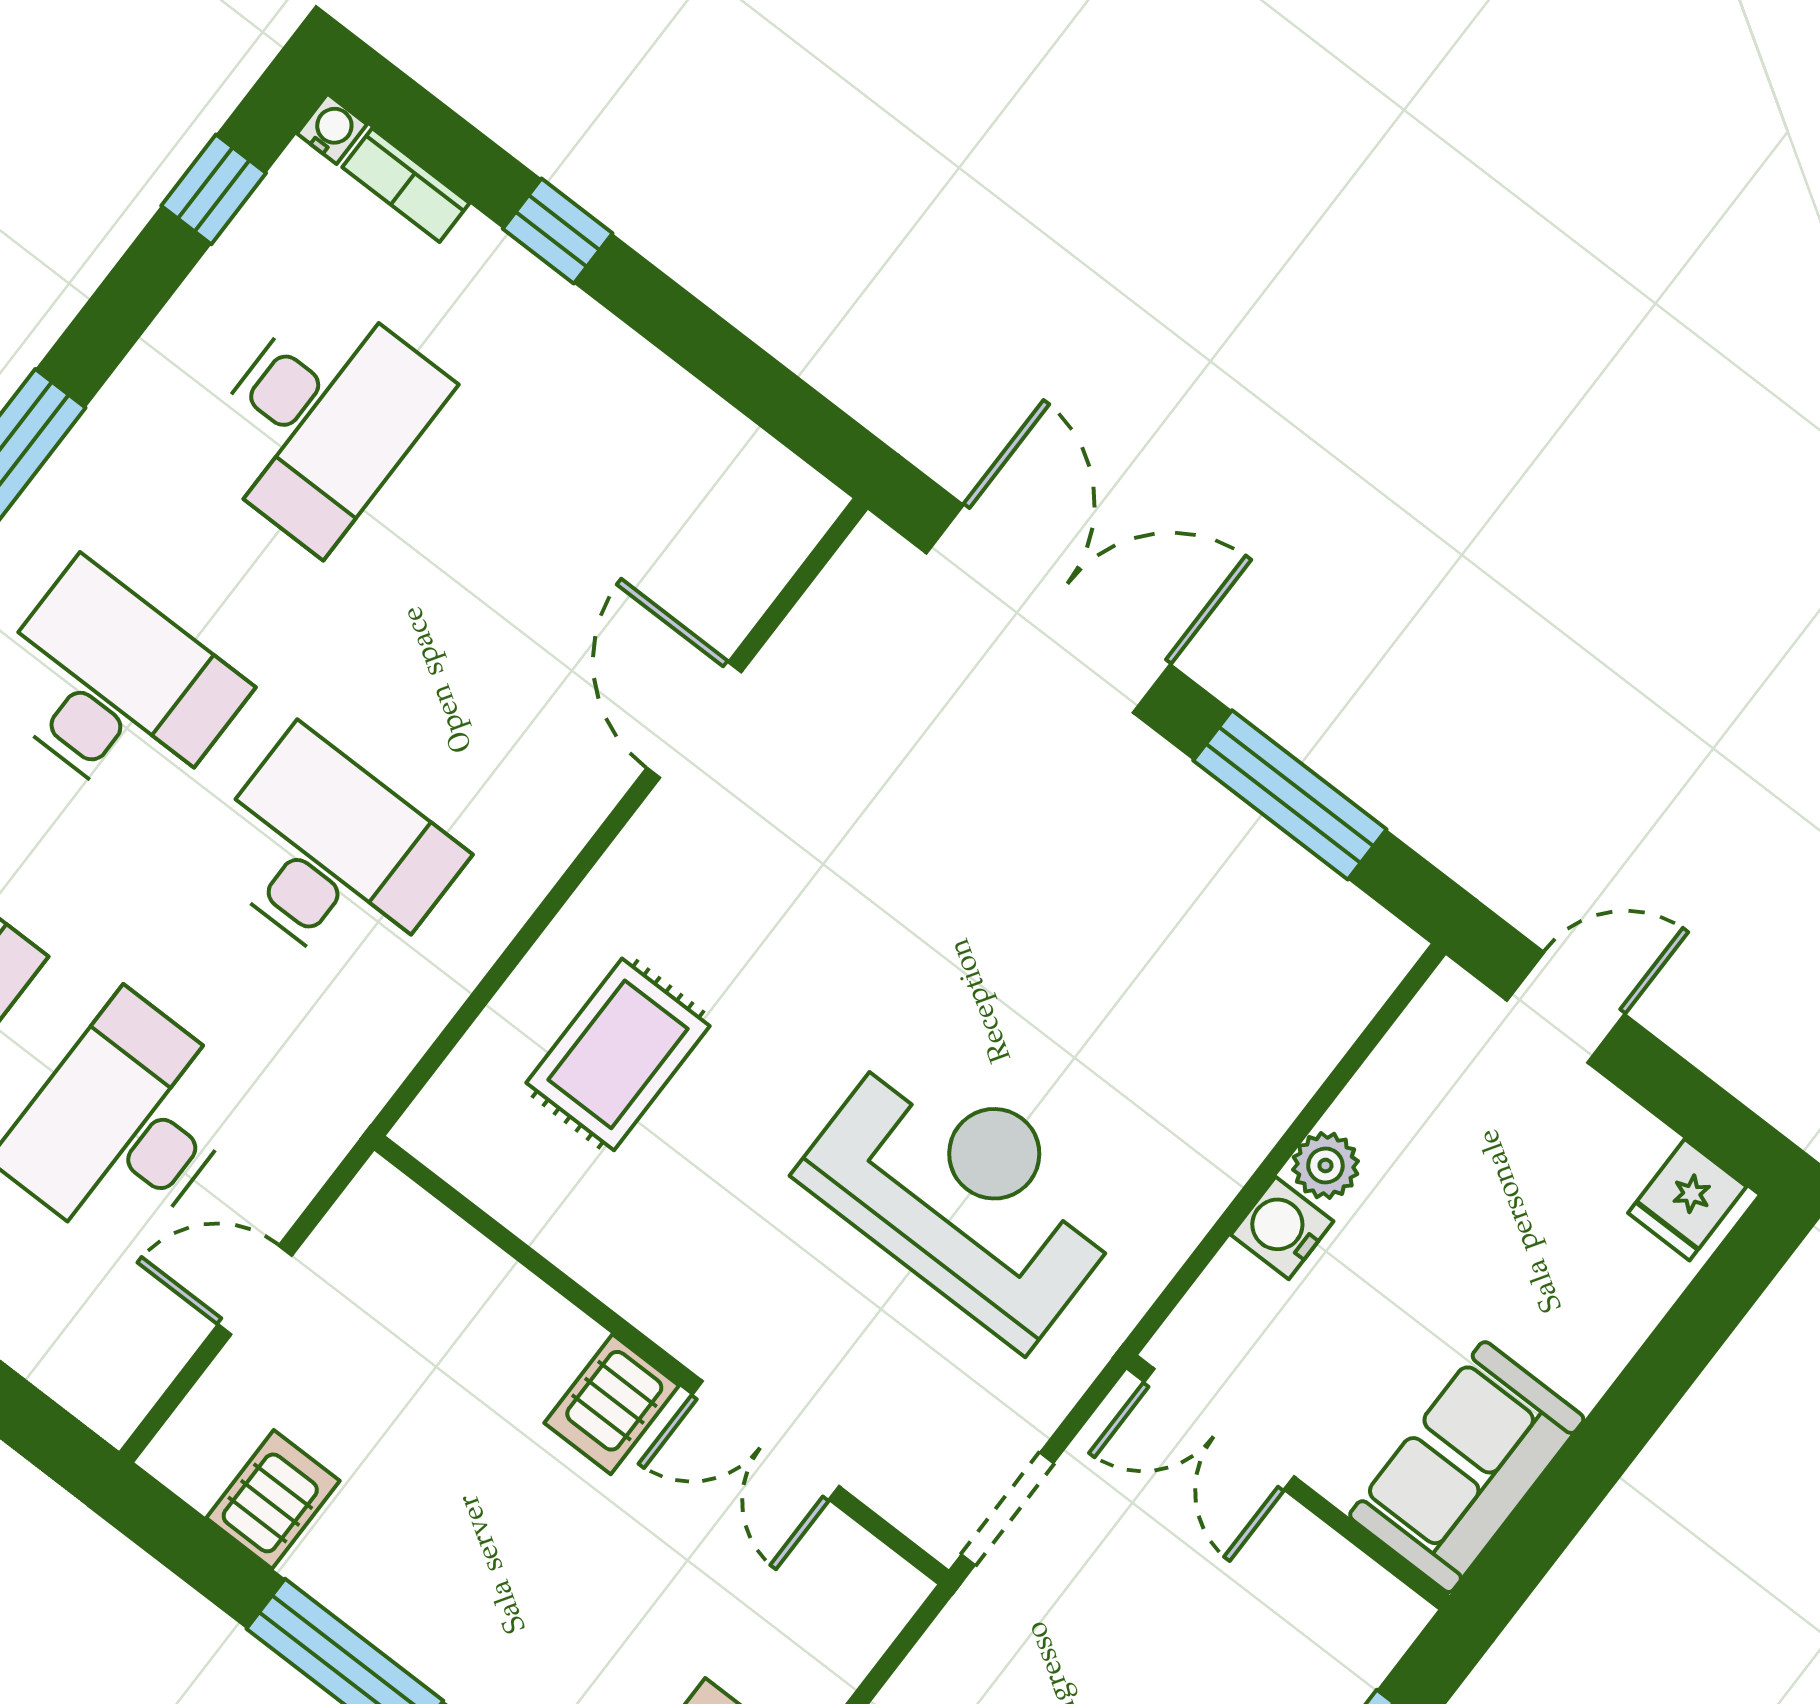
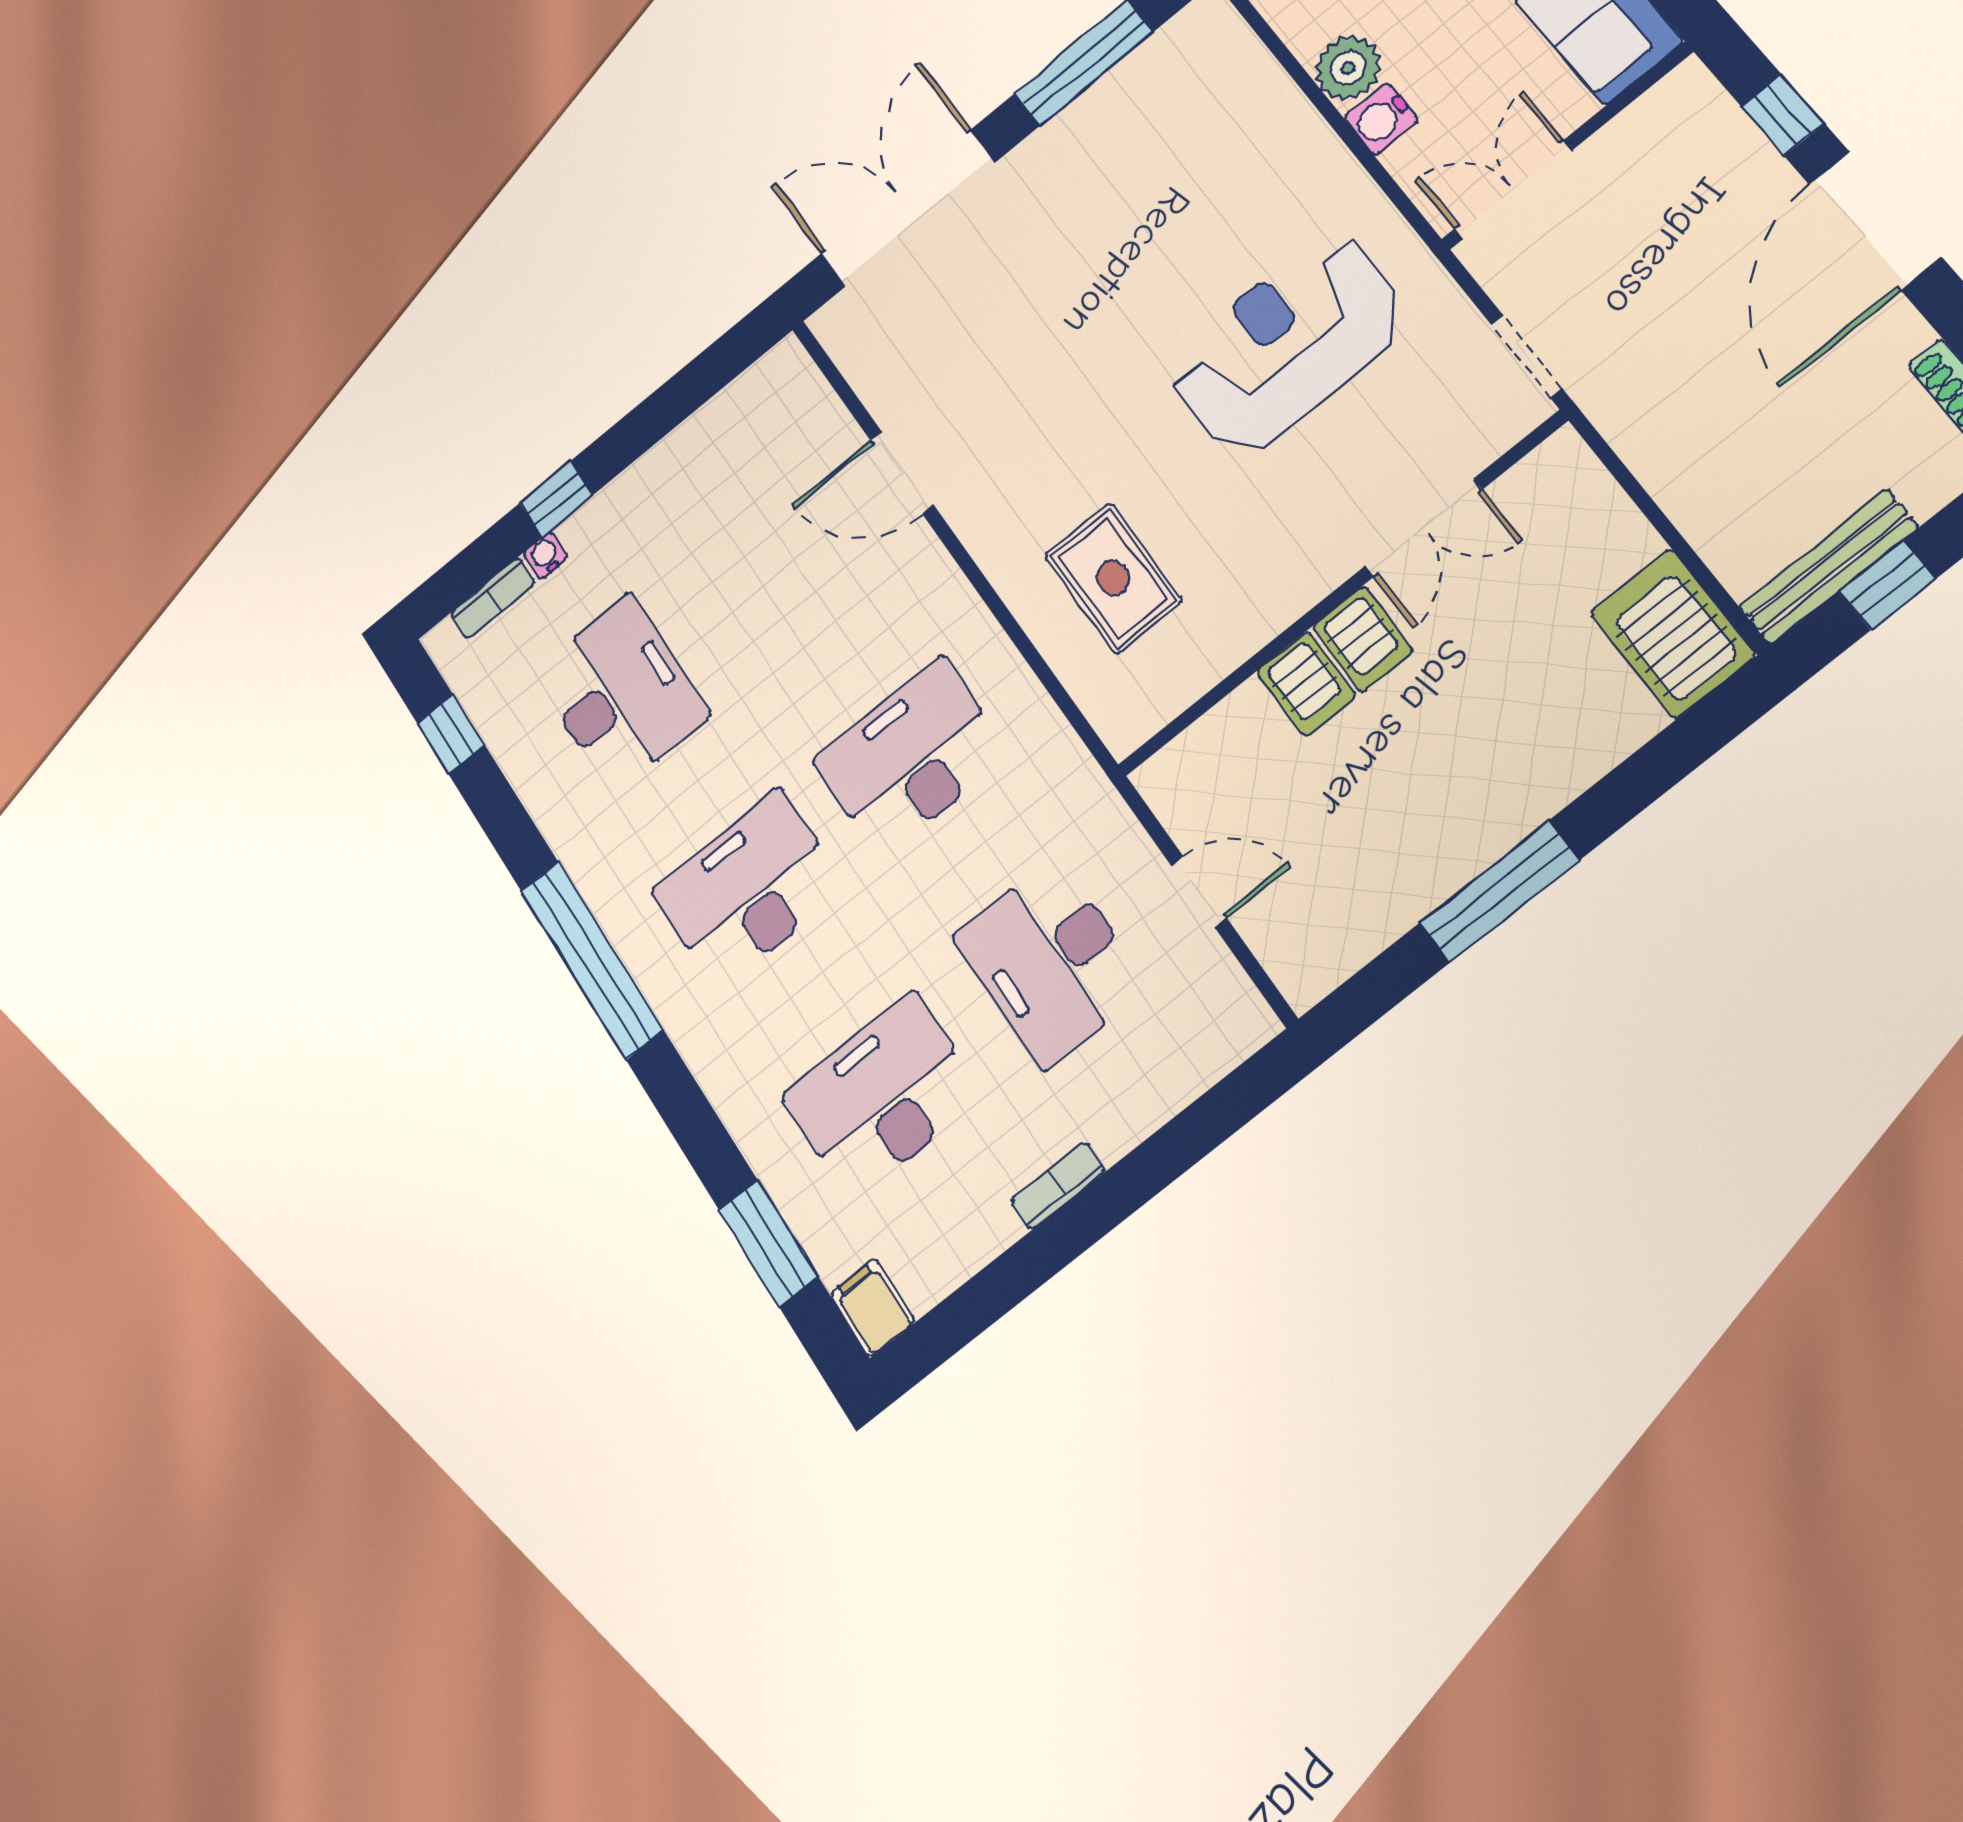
water cooler: (332, 129) -> (545, 555), moved
plant: (1325, 1165) -> (1348, 68), width x1.38, depth x1.38
door: (255, 1290) -> (1199, 892), swing flipped
double door: (1219, 1429) -> (1513, 190), swing flipped
server rack: (273, 1499) -> (1306, 684), moved, turned 180

